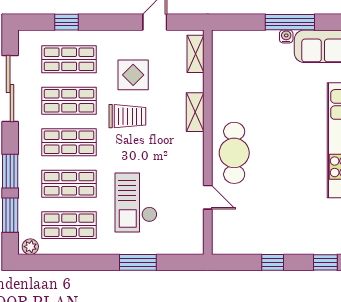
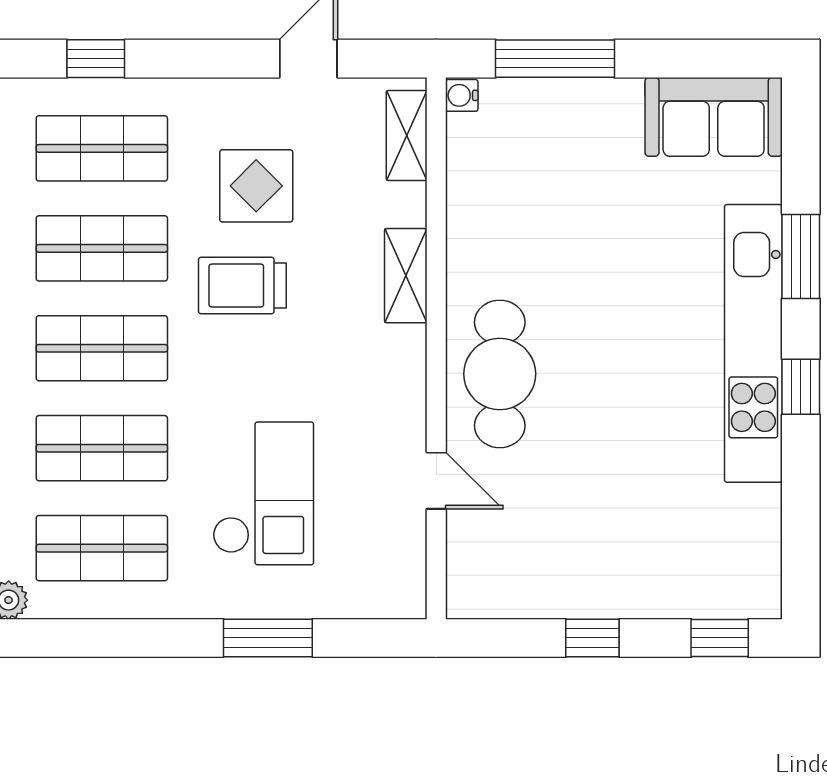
window: (290, 22) -> (555, 59), moved
water cooler: (286, 36) -> (462, 95), moved, turned -90
trolley: (127, 116) -> (242, 286), turned 180
checkout: (136, 202) -> (263, 493), turned 180

